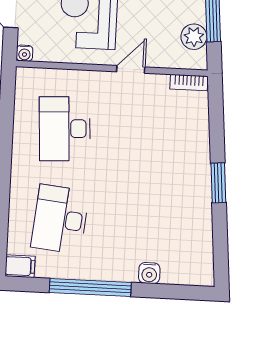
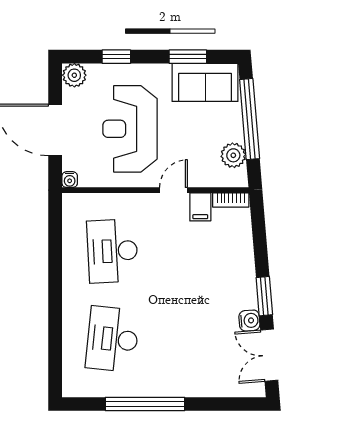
double door: (220, 244) -> (269, 355), added
filing cabinet: (20, 266) -> (200, 207), moved, turned 90
water cooler: (149, 273) -> (249, 321), moved, turned -95

